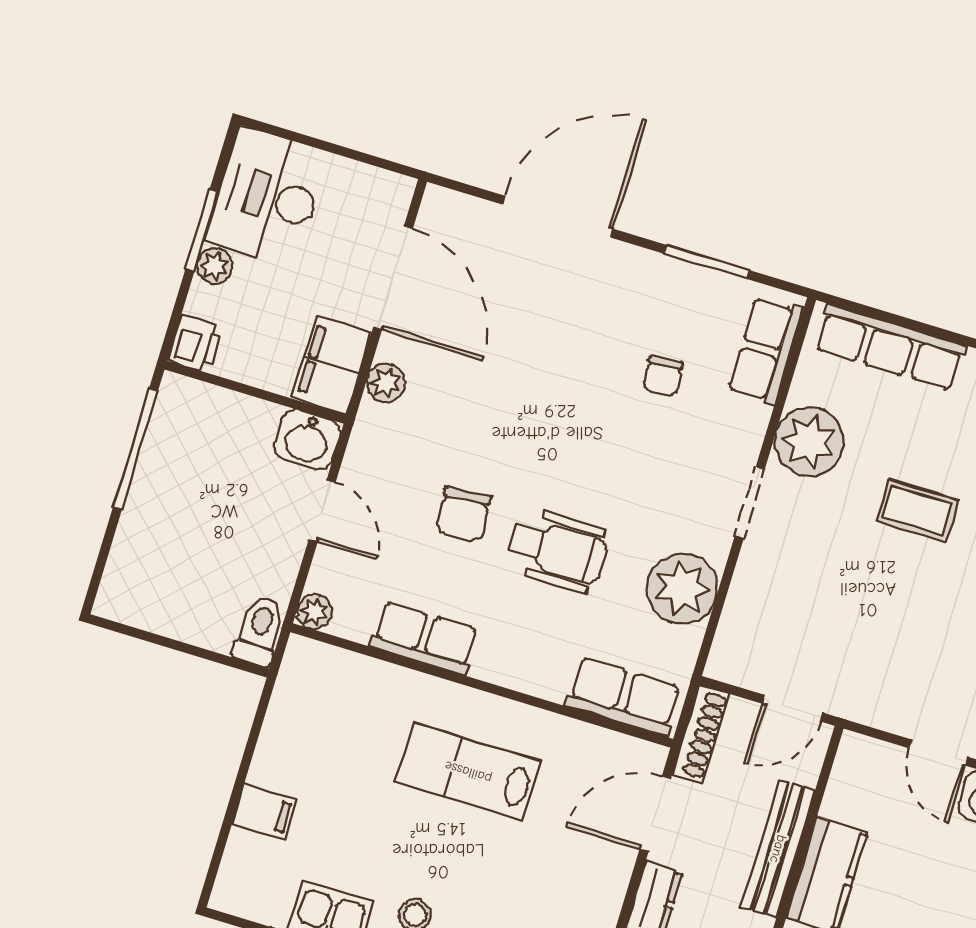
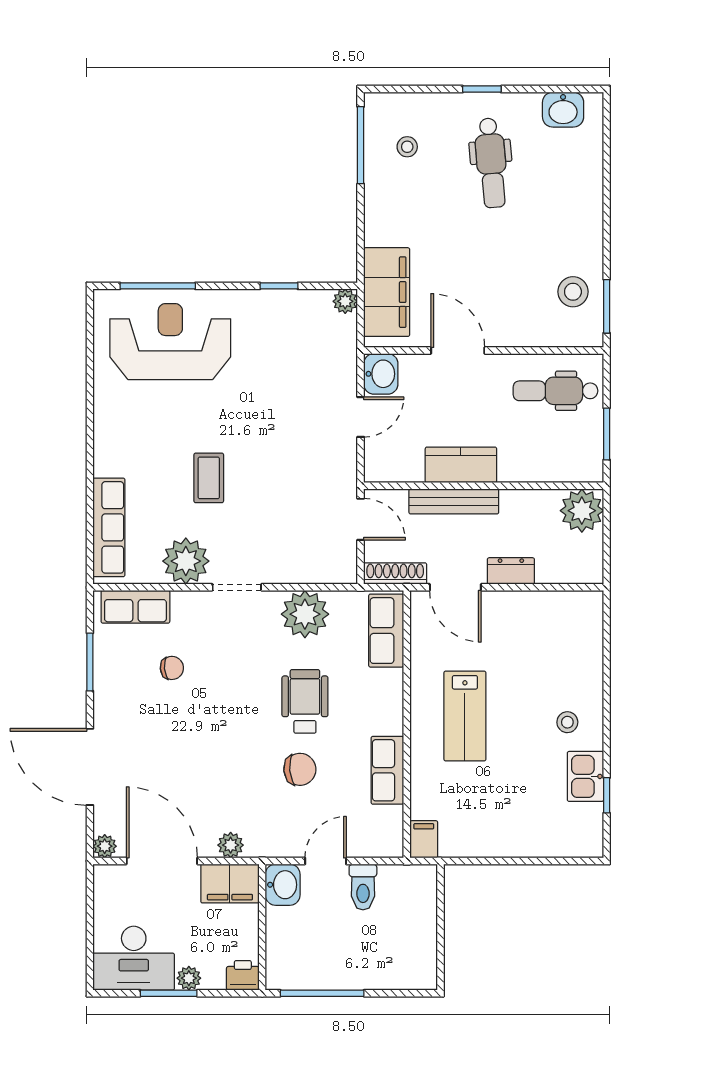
door: (393, 278) -> (162, 861), hinge flipped
plant: (315, 612) -> (105, 846), moved
toilet: (260, 630) -> (363, 887), moved, turned -90
filing cabinet: (264, 811) -> (424, 839), moved

